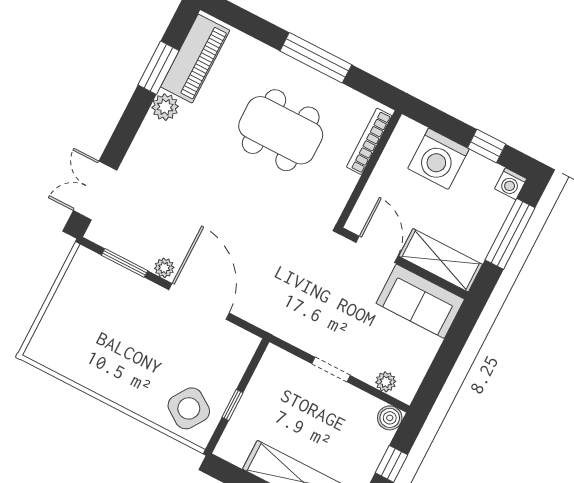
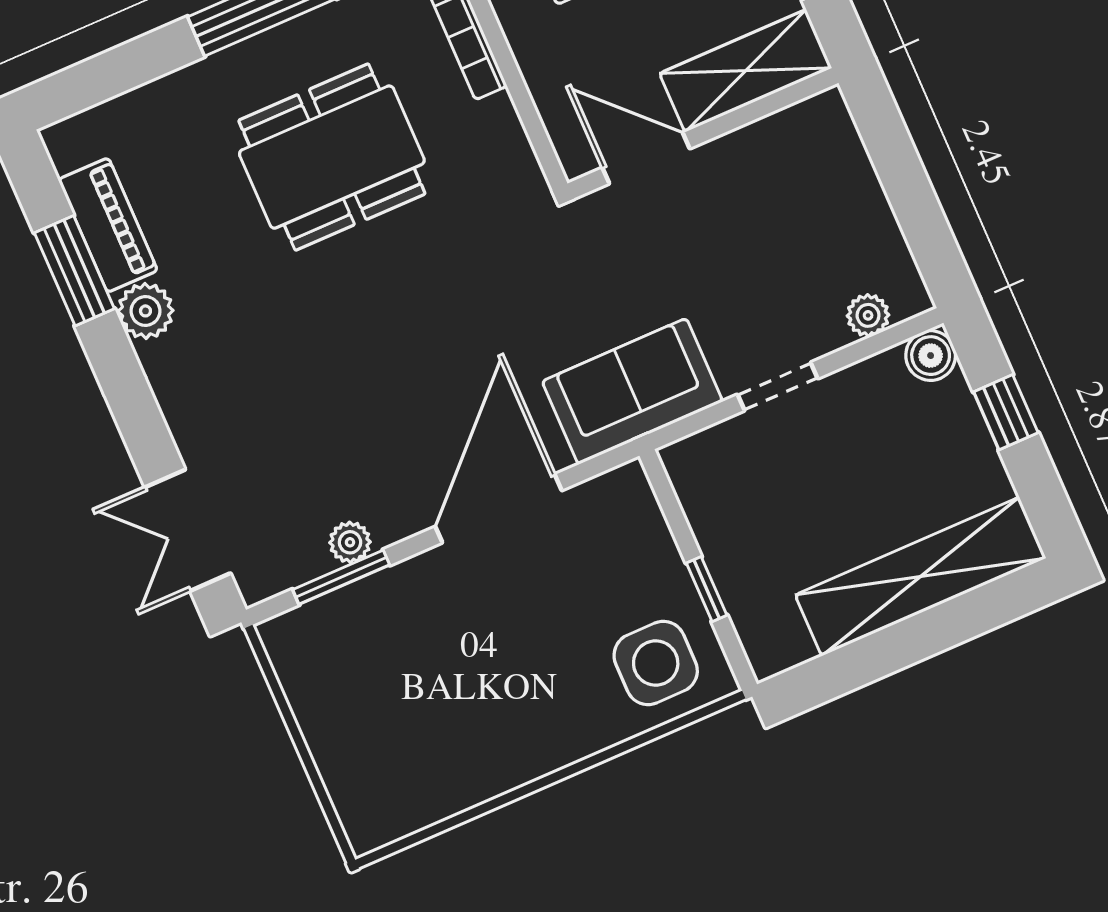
piano: (195, 59) -> (108, 225), width x0.73, depth x0.75
plant: (164, 268) -> (350, 542), moved
door: (199, 301) -> (498, 508), hinge flipped
sofa: (420, 301) -> (632, 391), moved, turned 180
side table: (189, 408) -> (656, 663), turned -34

